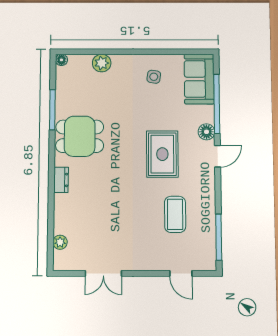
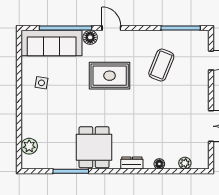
floor lamp: (61, 60) -> (159, 164), moved
plant: (102, 63) -> (29, 146), moved
sofa: (199, 79) -> (52, 43), width x1.36
coffee table: (175, 214) -> (161, 65), turned -68

